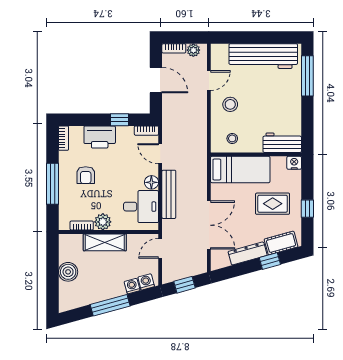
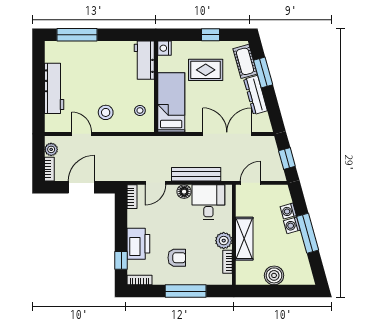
workbench: (263, 56) -> (54, 88), width x0.73, depth x0.76
window: (119, 120) -> (121, 260), moved
rug: (273, 204) -> (206, 70), turned 90
door: (160, 248) -> (250, 183), swing flipped
window: (270, 261) -> (263, 73), width x1.50
washing machine: (146, 282) -> (292, 225), moved

